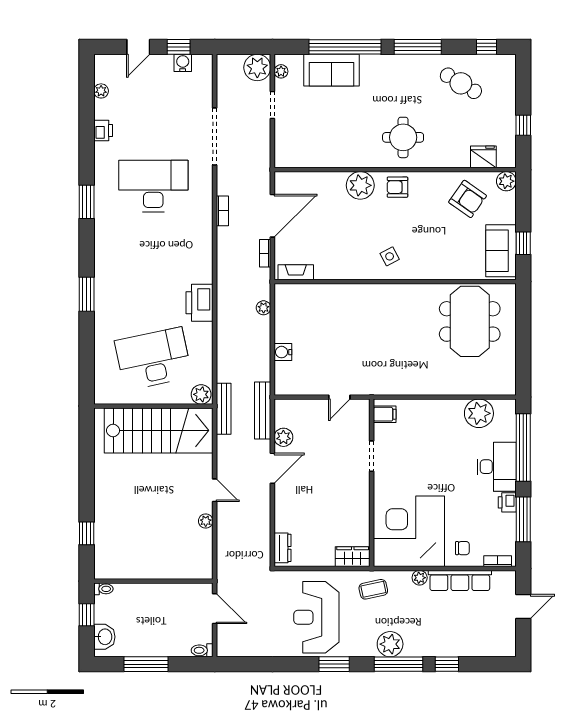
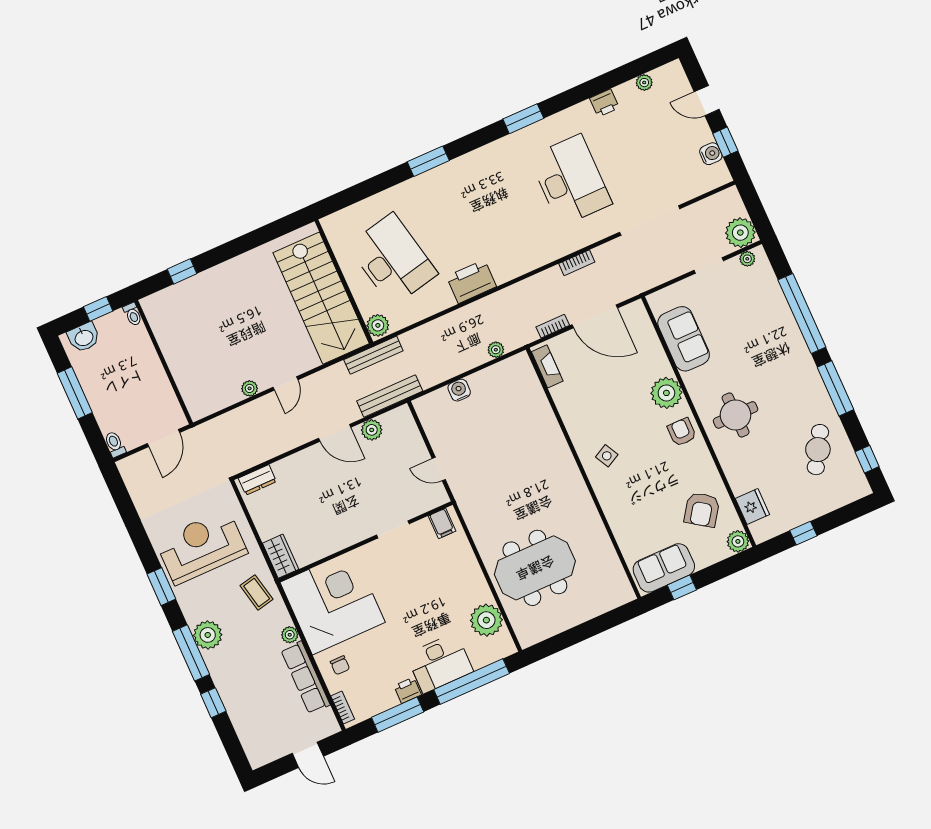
sofa: (332, 70) -> (684, 339), moved, turned 180
meeting table: (470, 321) -> (535, 568), moved

